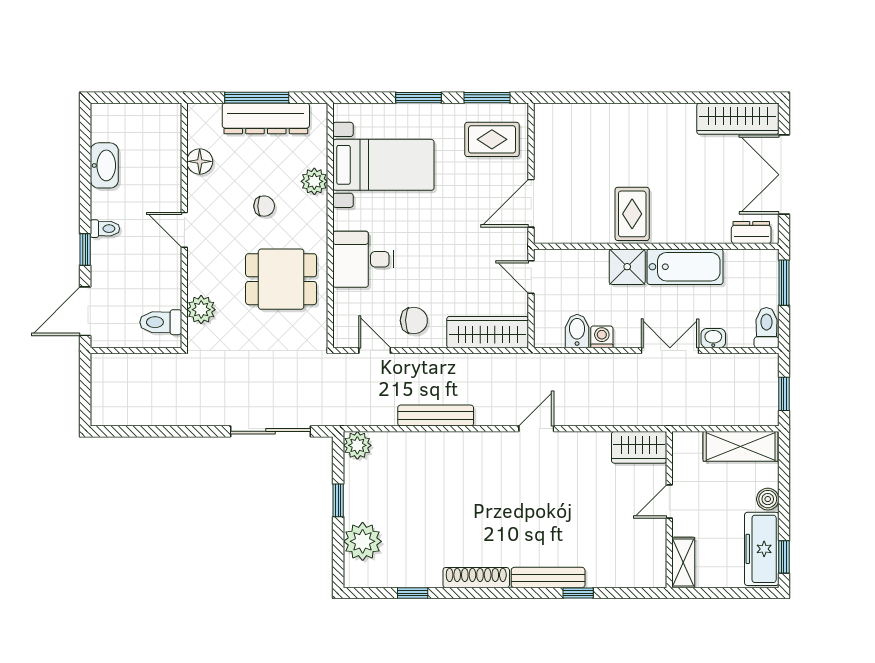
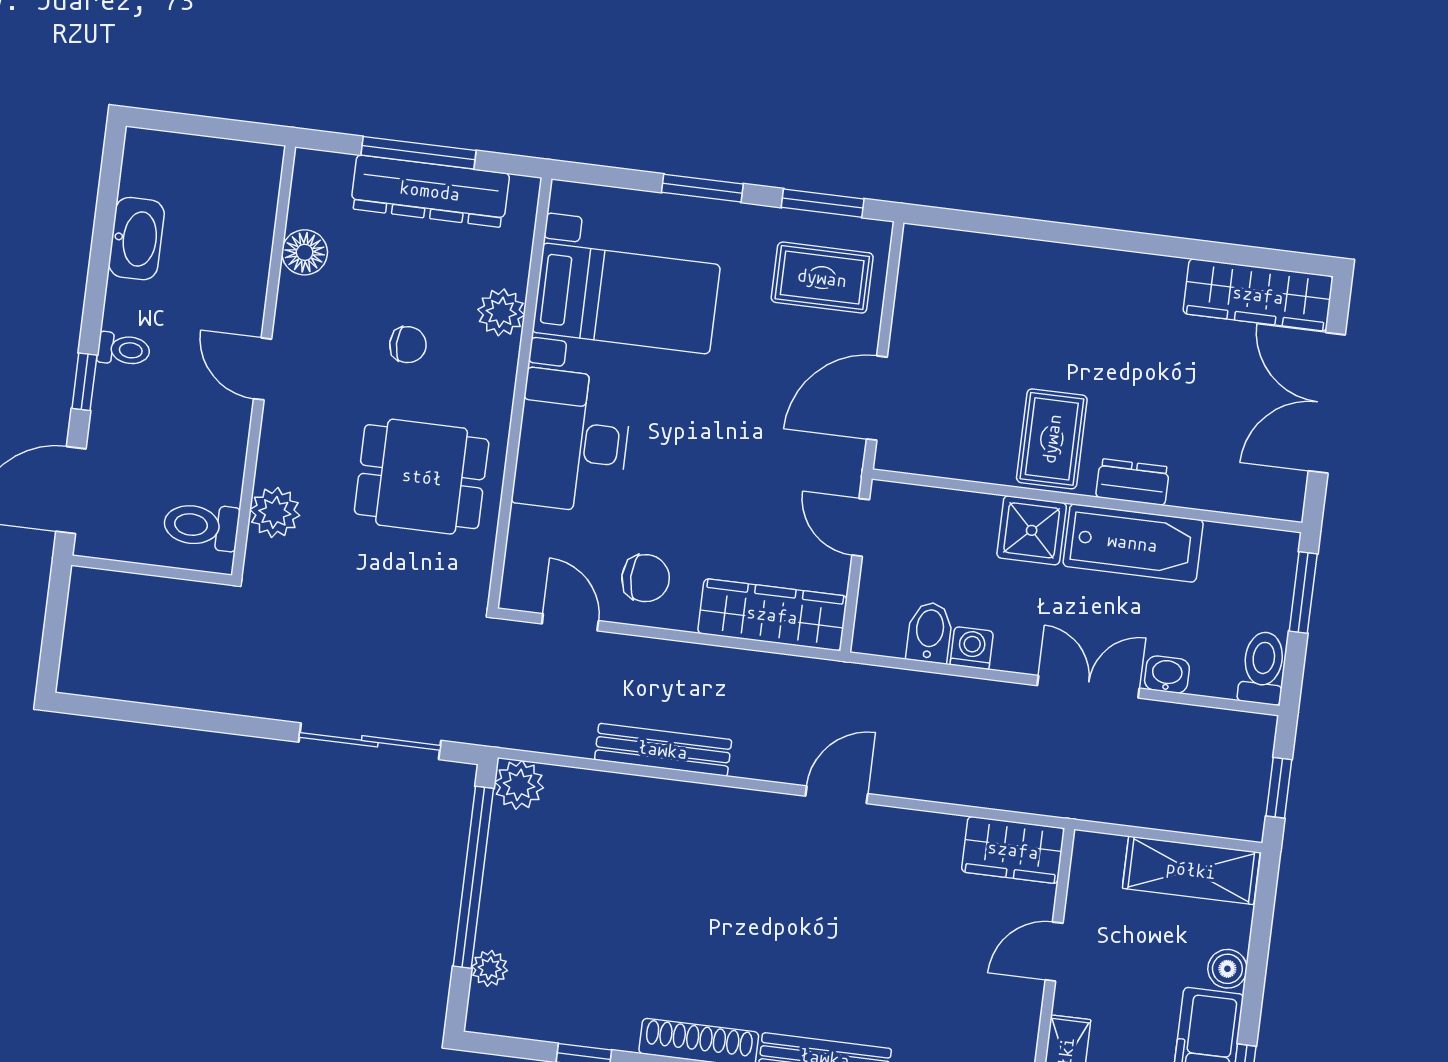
dresser: (751, 233) -> (1133, 482), moved
desk: (363, 259) -> (573, 441), width x1.37
window: (338, 500) -> (473, 877), width x3.17
plant: (363, 541) -> (490, 968), width x0.53, depth x0.53

